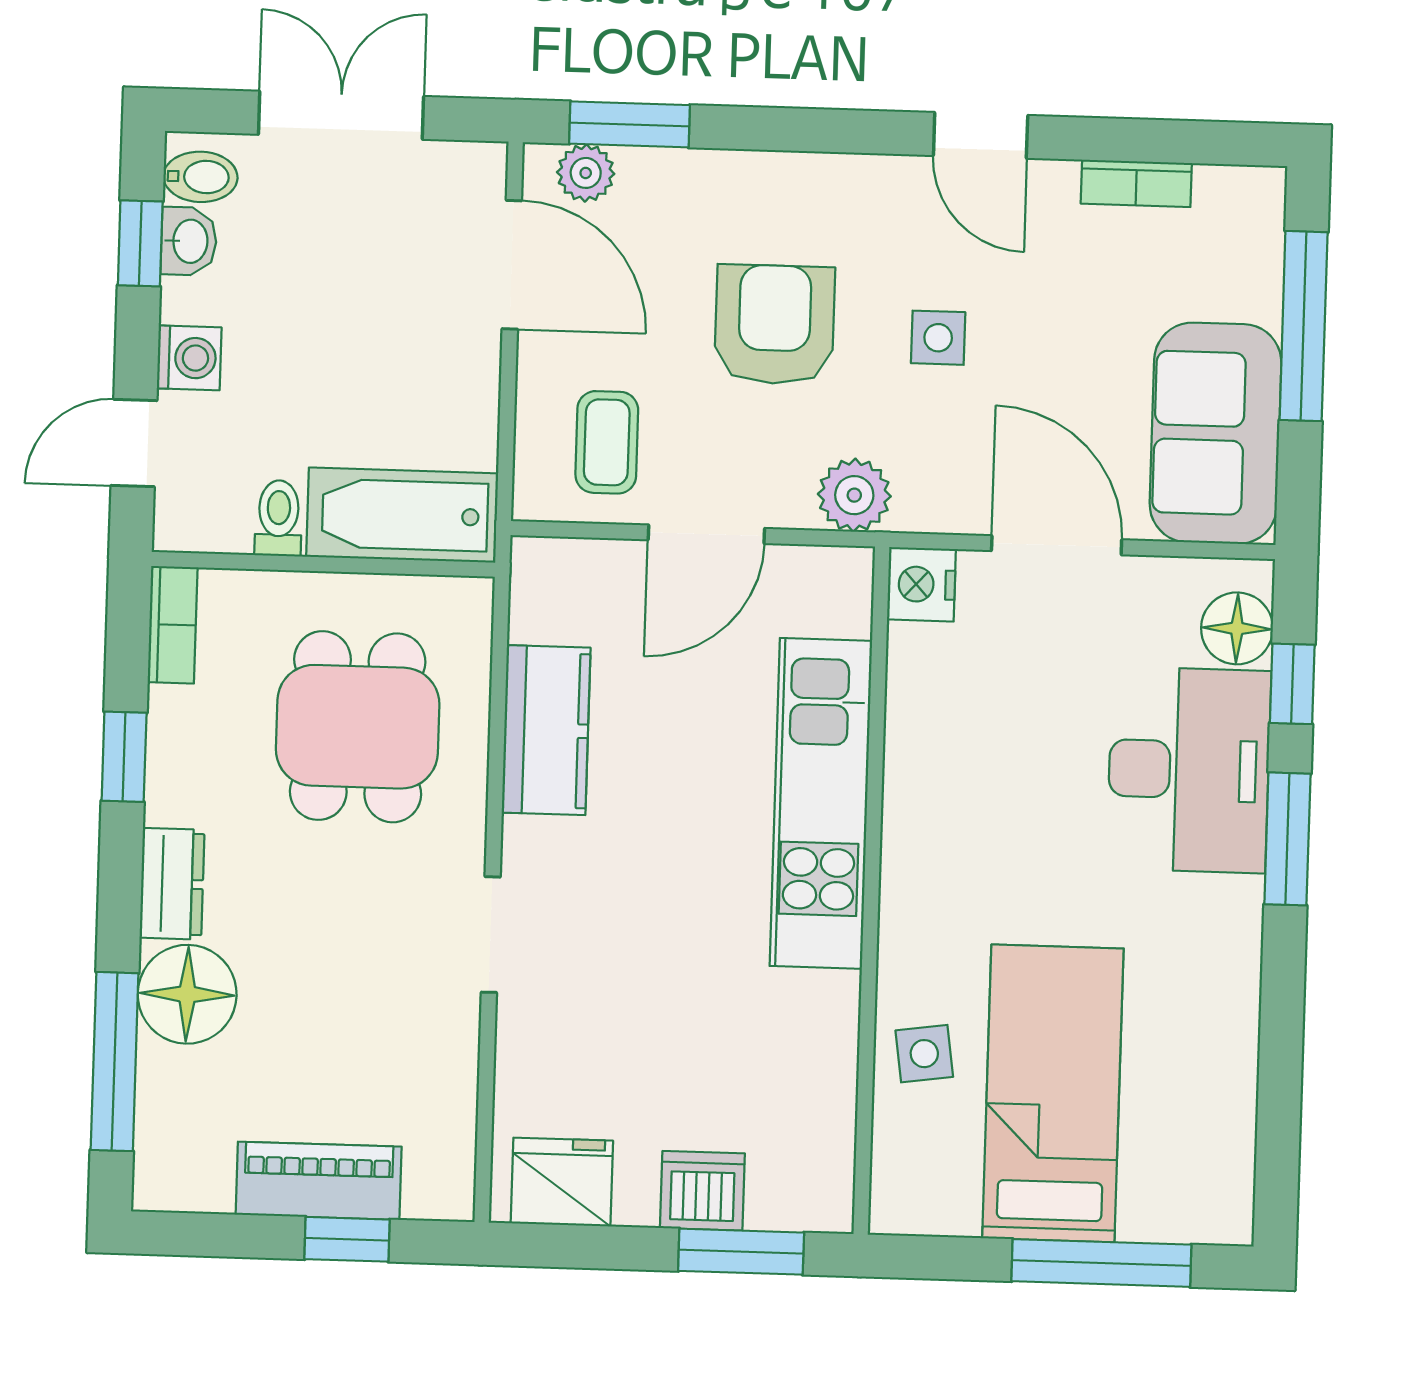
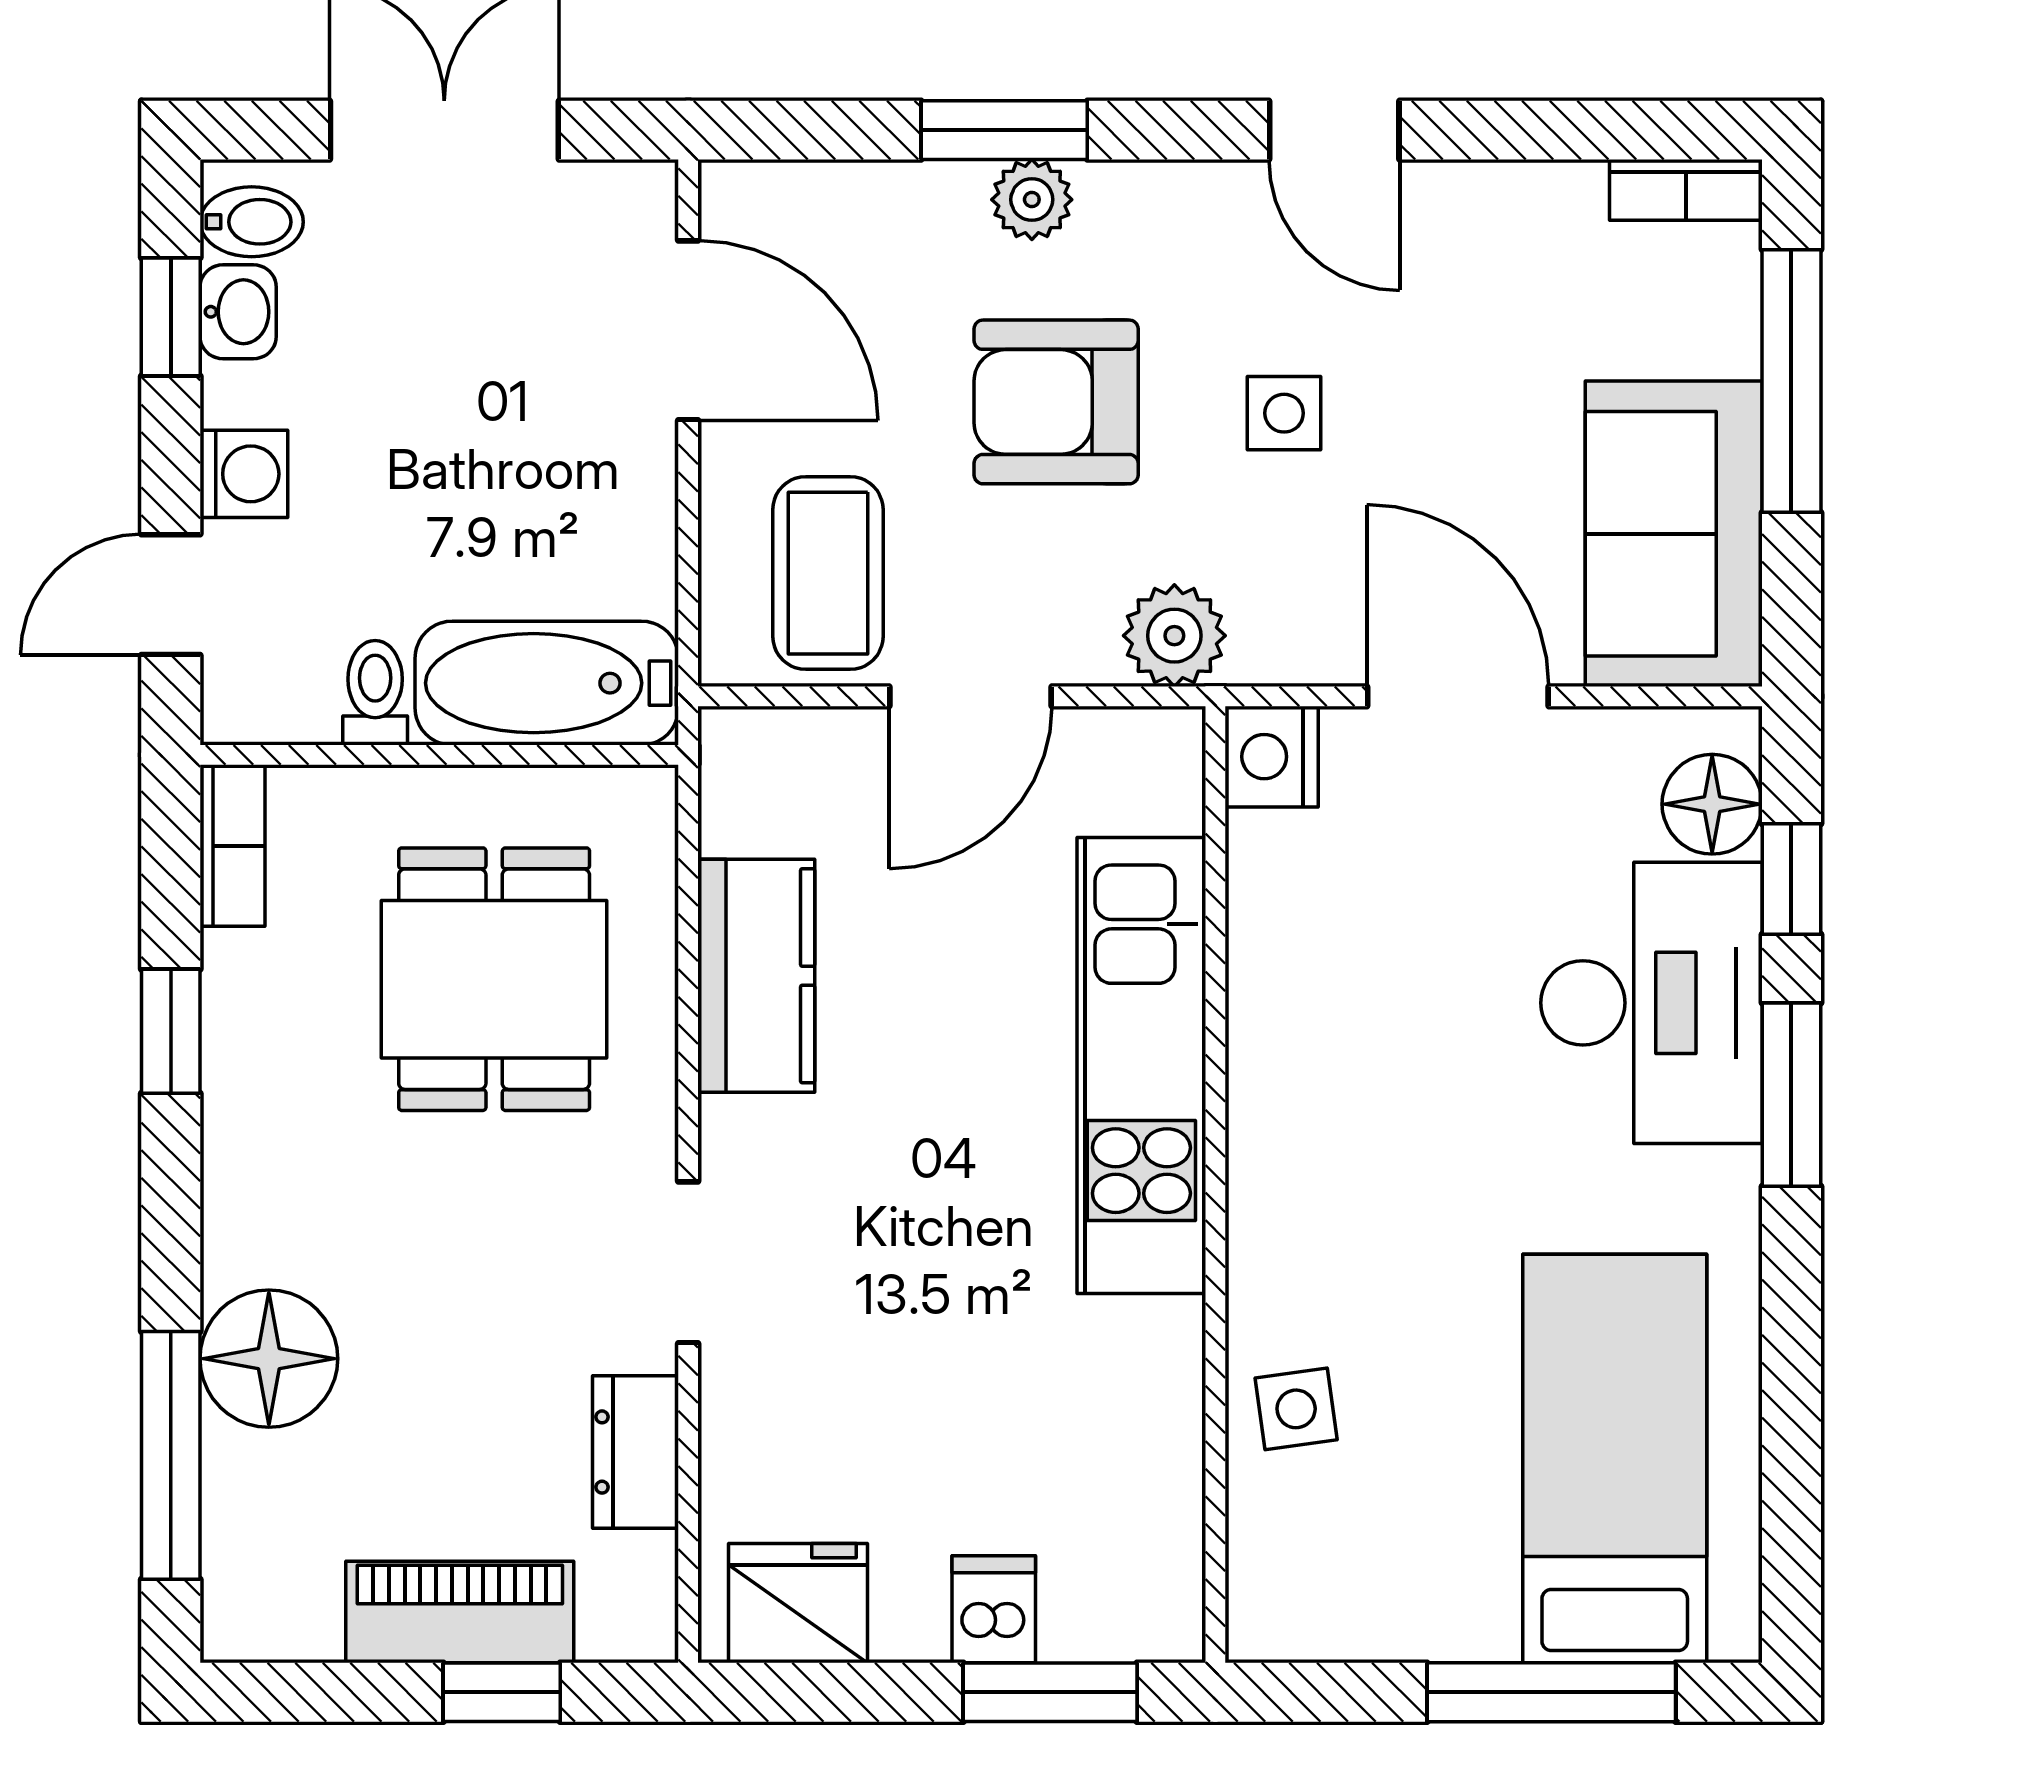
window: (629, 124) -> (1004, 130), moved
plant: (586, 173) -> (1032, 200), moved
bookcase: (1136, 183) -> (1686, 190), moved
armchair: (775, 325) -> (1056, 402), turned -90
coffee table: (607, 442) -> (828, 573), width x1.36, depth x1.30
dresser: (172, 884) -> (636, 1452), moved, turned 180
bed: (1053, 1093) -> (1615, 1459), moved
dishwasher: (702, 1191) -> (994, 1609), width x0.73

